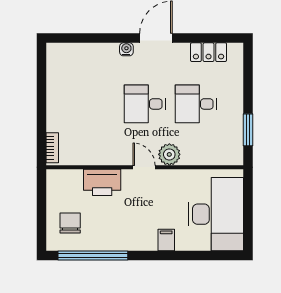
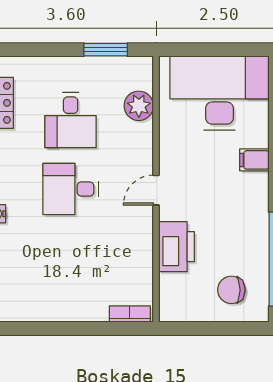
desk: (145, 104) -> (71, 189), turned 90
plant: (169, 154) -> (139, 106), moved

